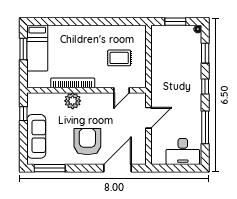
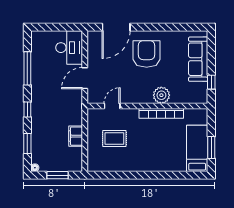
filing cabinet: (158, 60) -> (76, 136), added
armchair: (87, 142) -> (147, 54), turned 180
desk: (183, 151) -> (69, 48), moved, turned 90
window: (50, 168) -> (185, 27), removed

